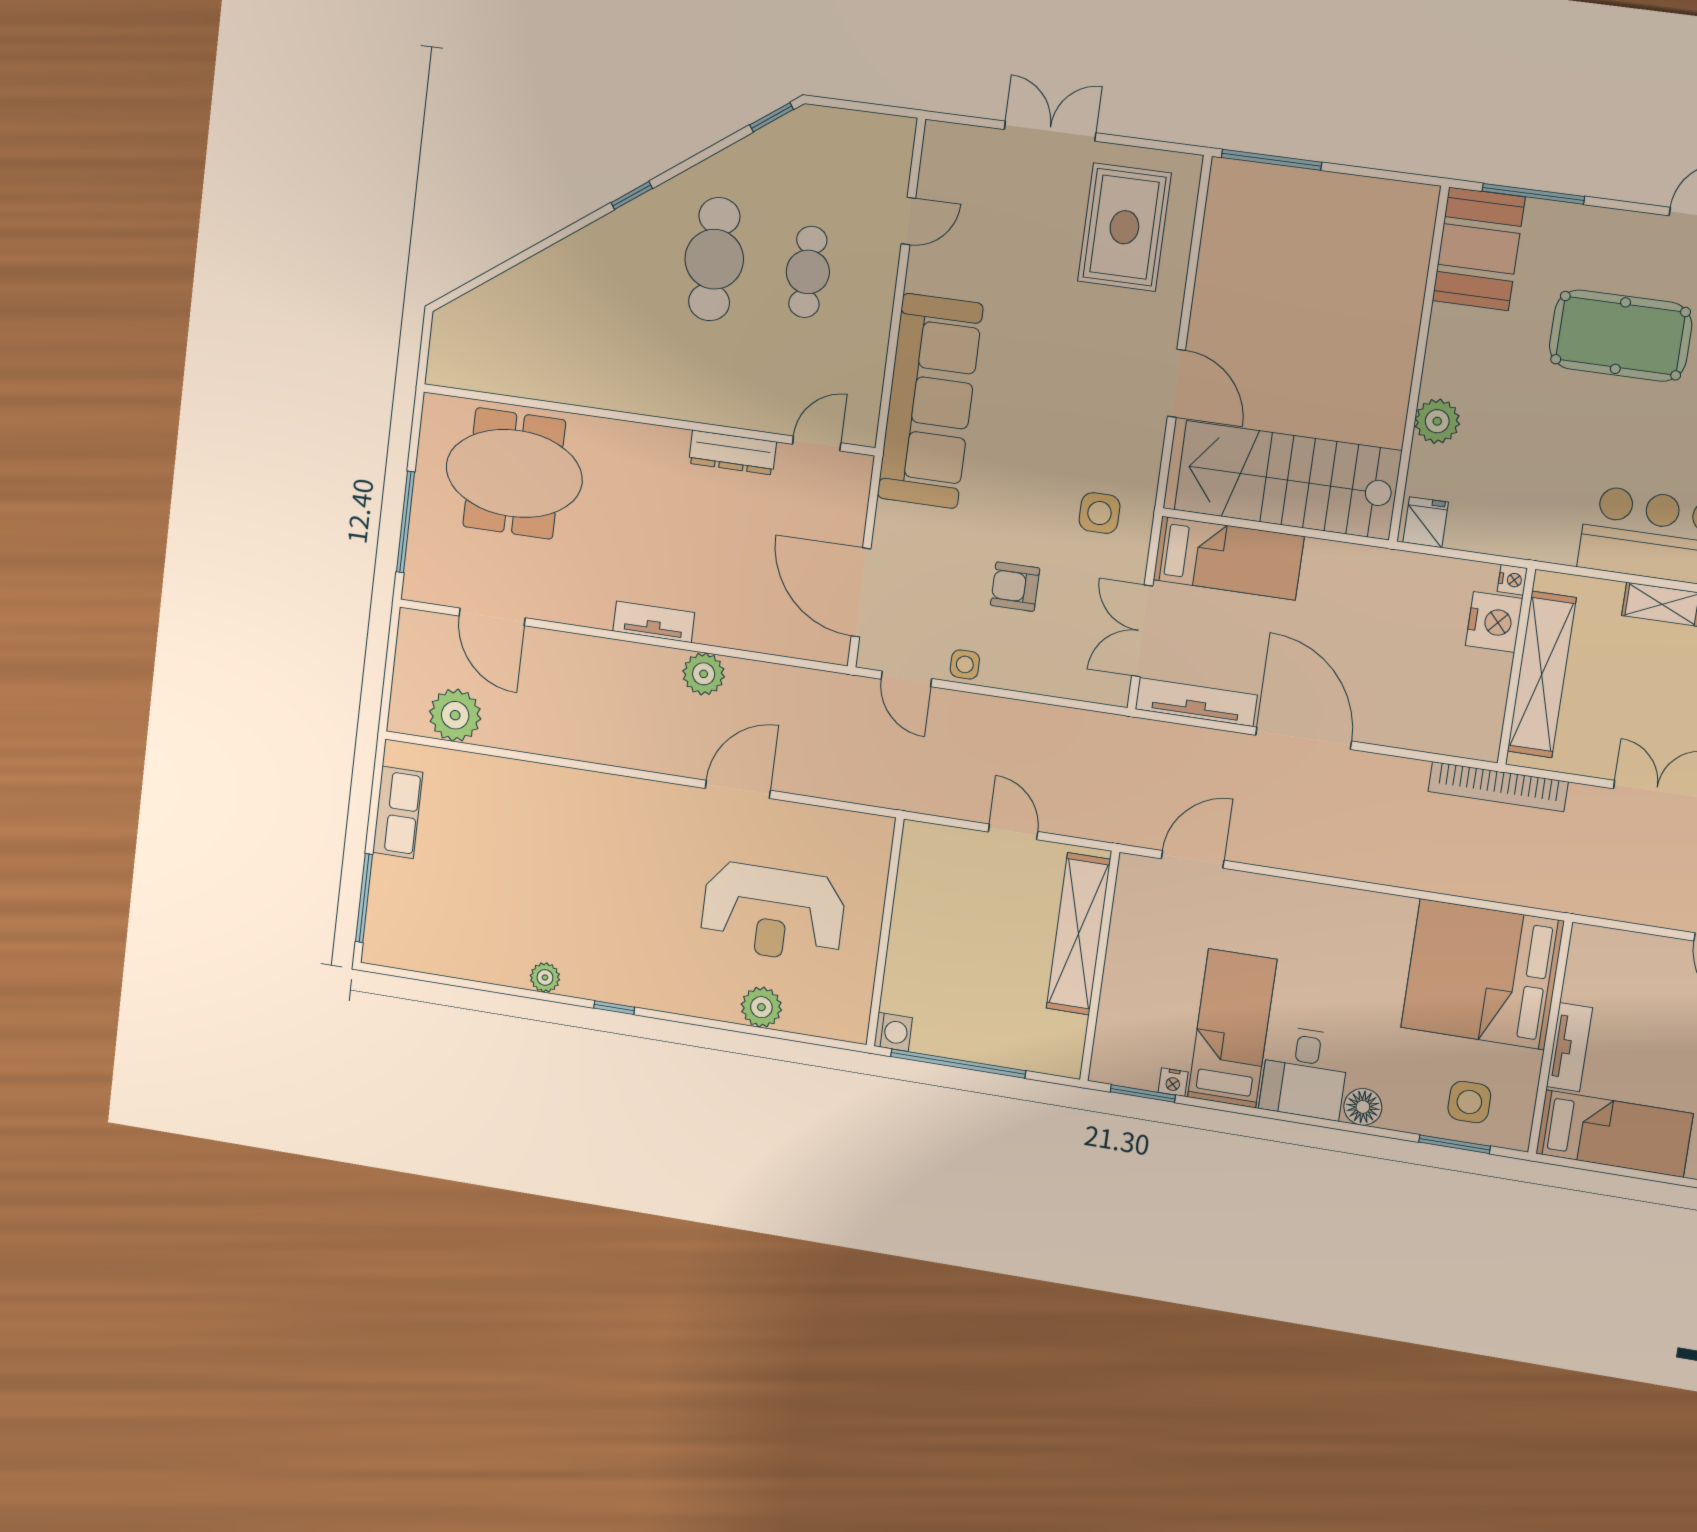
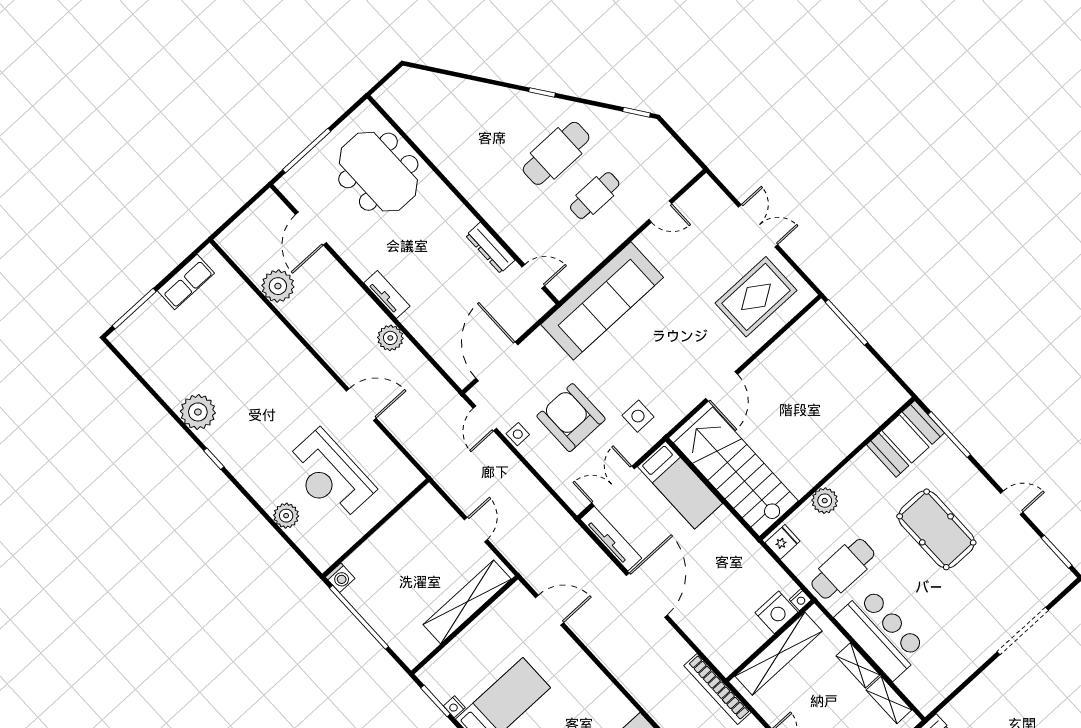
cafe table: (1536, 492) -> (843, 569), added
armchair: (1015, 587) -> (571, 418), width x1.88, depth x1.88
plant: (455, 715) -> (278, 286), moved
plant: (545, 977) -> (198, 412), width x1.87, depth x1.87

